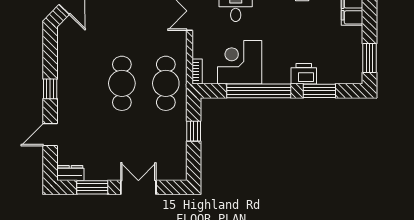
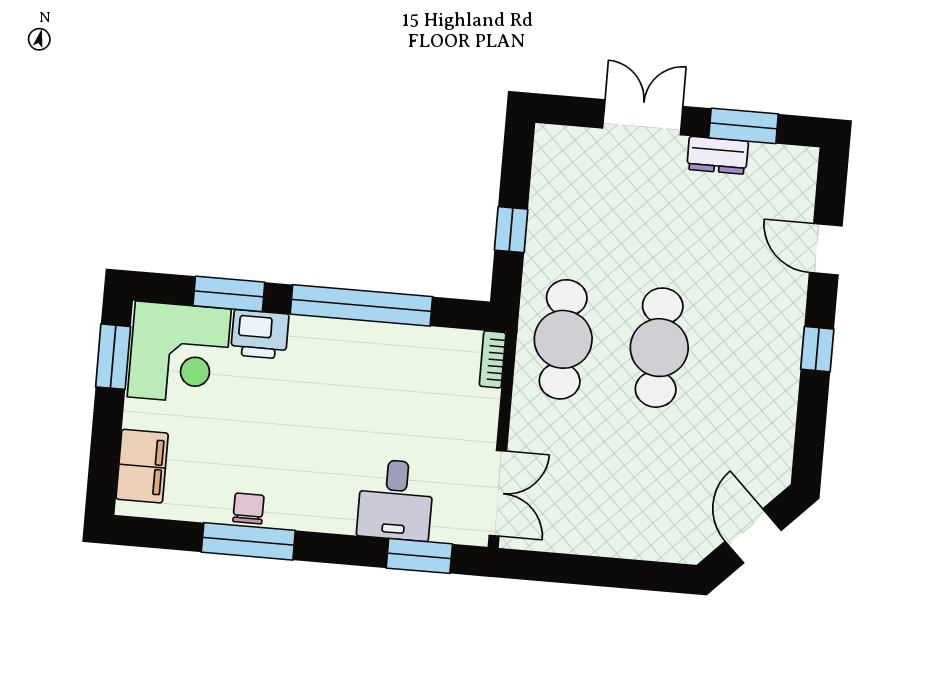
corner desk: (240, 62) -> (179, 353), moved
door: (50, 135) -> (826, 249), swing flipped
dresser: (70, 173) -> (718, 155), moved
double door: (138, 187) -> (643, 117), swing flipped

